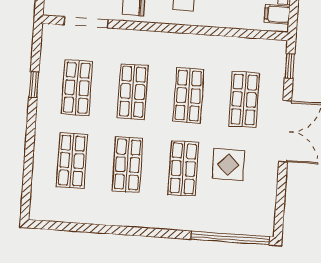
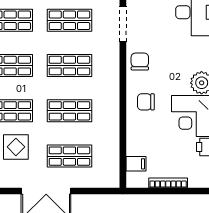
filing cabinet: (277, 14) -> (136, 164), moved, turned 90
window: (290, 66) -> (99, 191), removed

